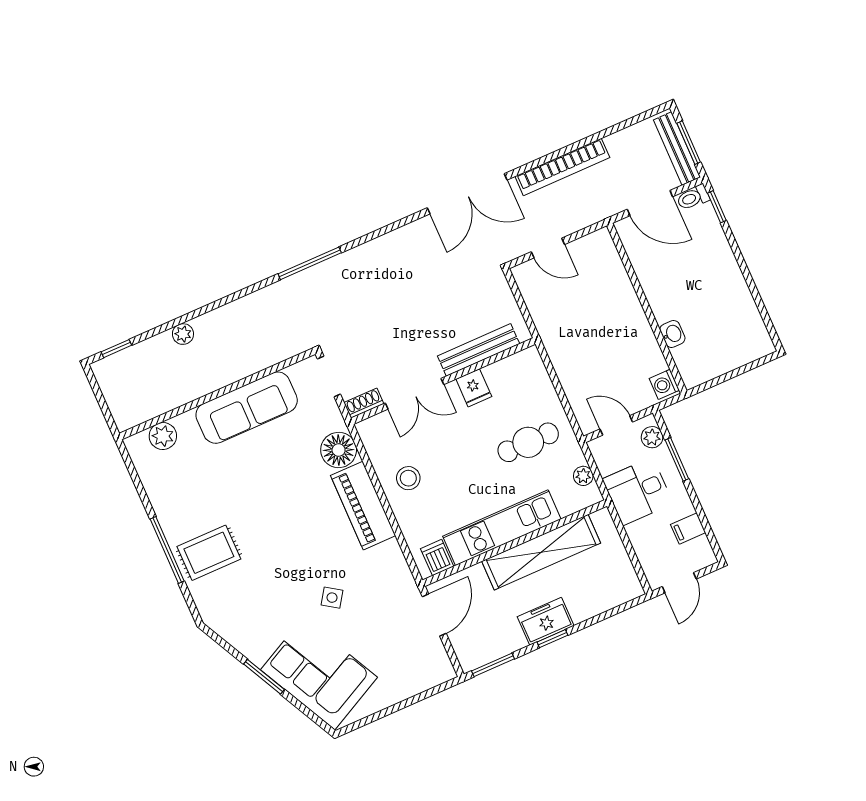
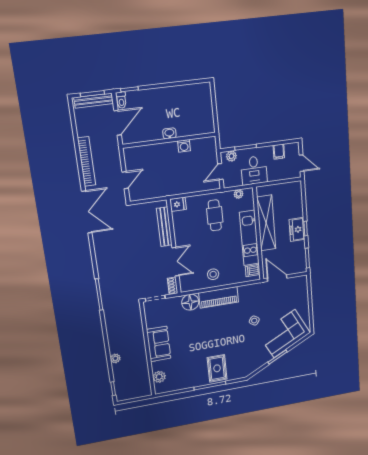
washbasin: (672, 334) -> (169, 133), moved
washing machine: (664, 384) -> (184, 146), moved
fridge: (474, 388) -> (178, 204), moved
sofa: (247, 408) -> (159, 344), width x0.73

